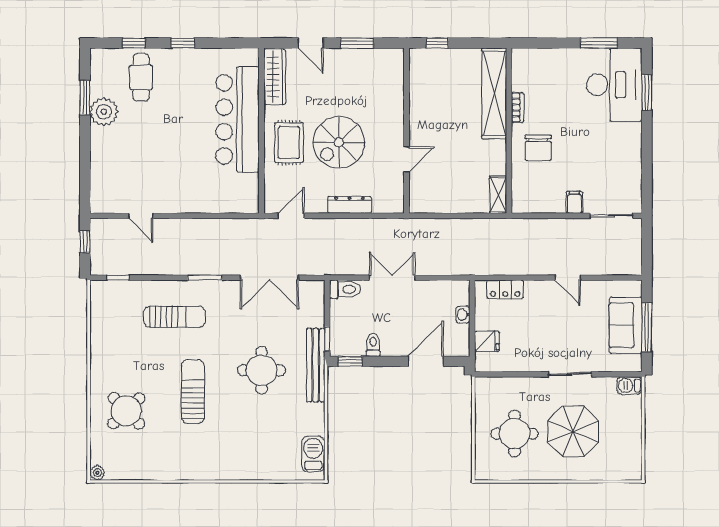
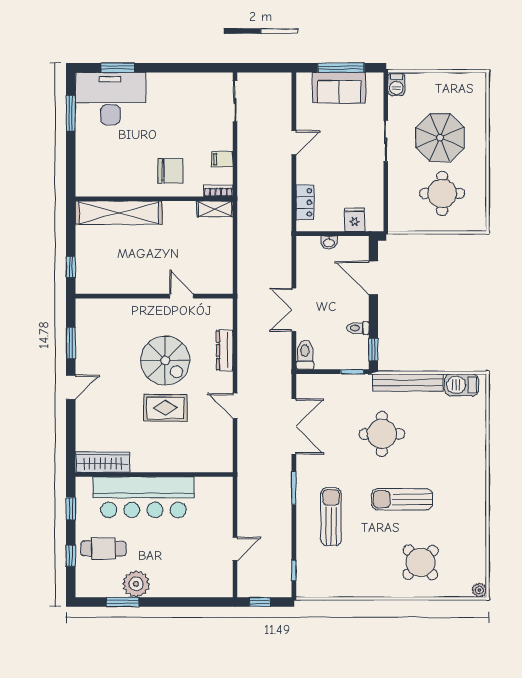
wardrobe: (275, 77) -> (103, 462), moved
bookcase: (517, 107) -> (218, 191), moved
bar counter: (238, 119) -> (143, 497), moved
wall: (261, 131) -> (154, 475), moved
filing cabinet: (574, 202) -> (222, 159), moved
bench: (316, 365) -> (408, 383), moved

